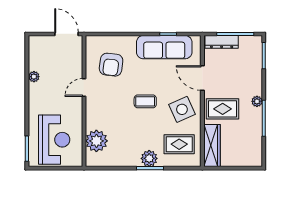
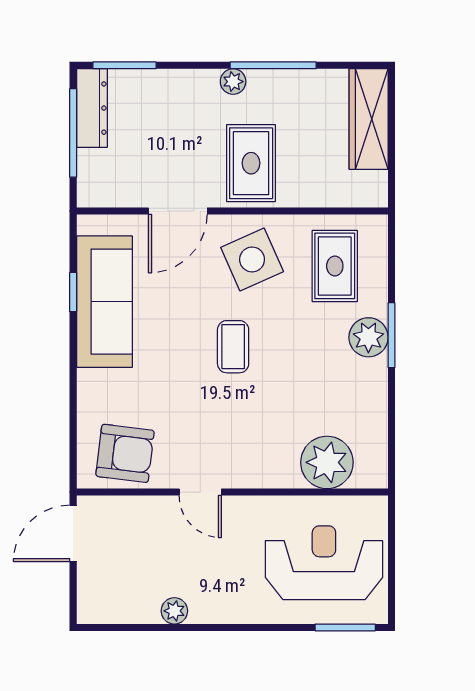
dresser: (222, 42) -> (92, 108), moved
armchair: (111, 65) -> (125, 453), moved
wardrobe: (212, 145) -> (369, 119), moved, turned -90

